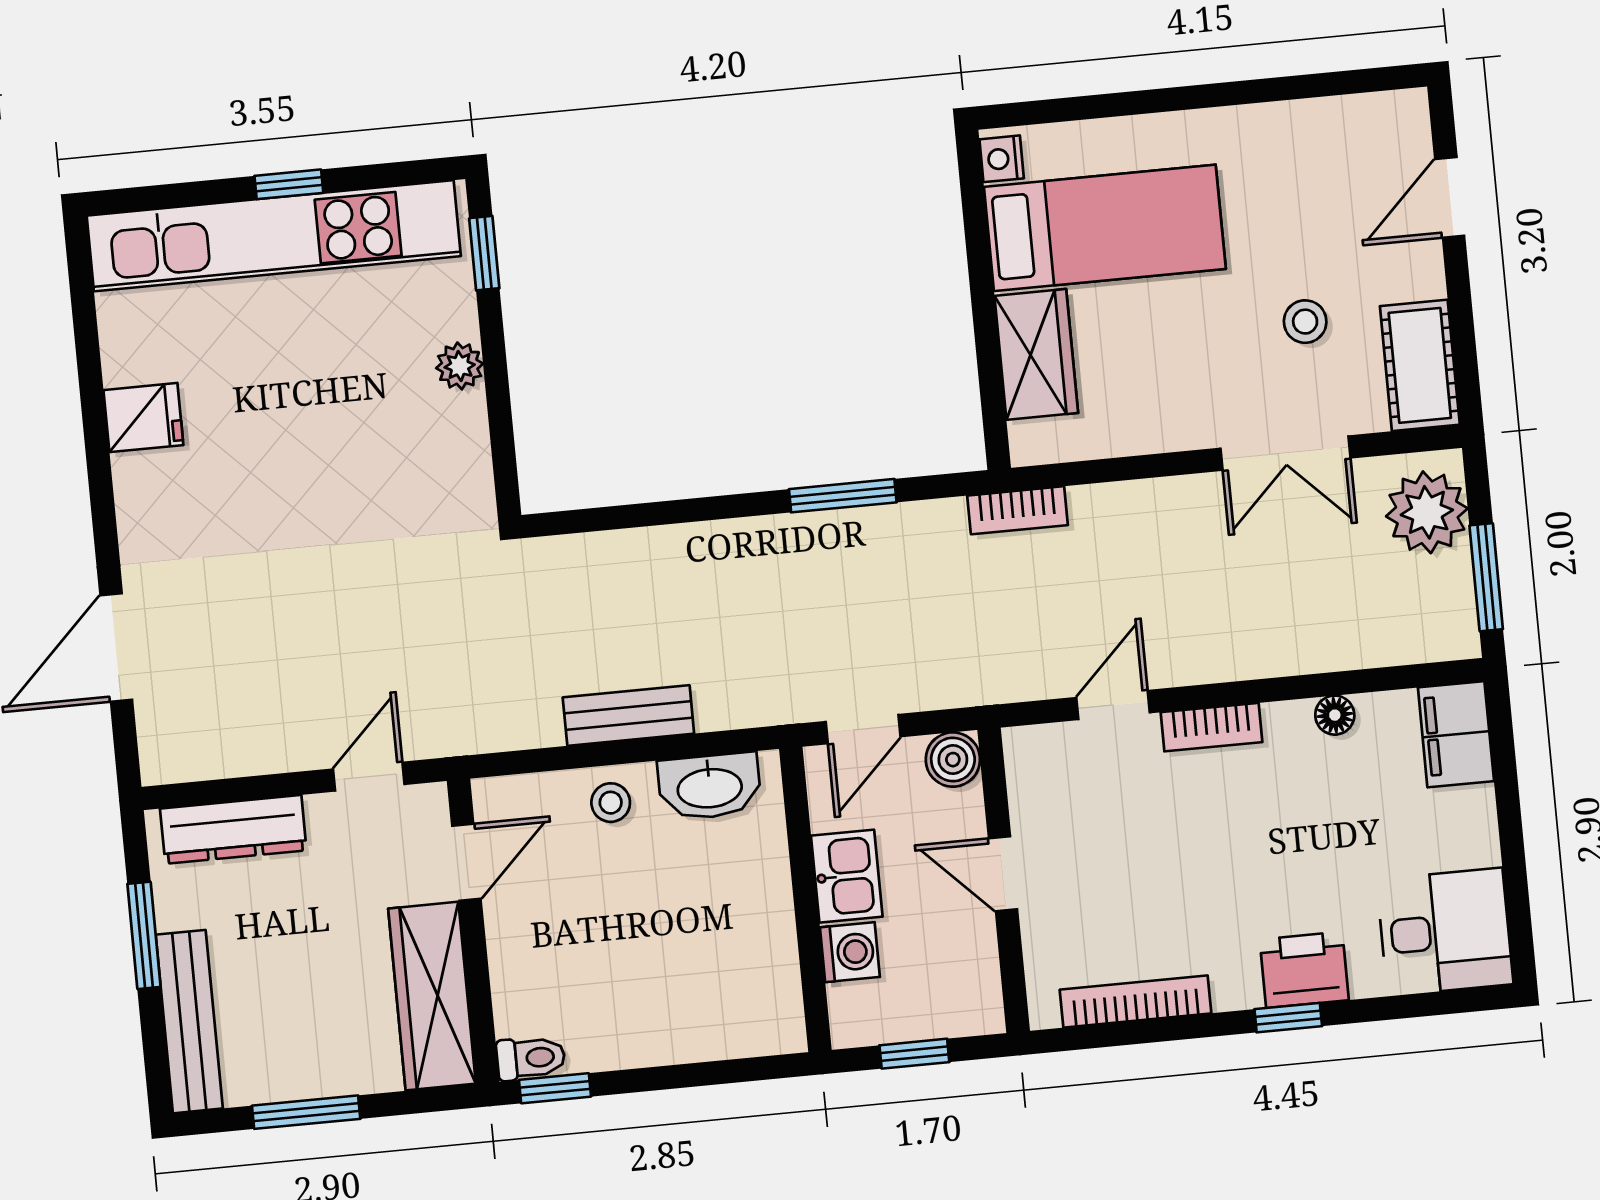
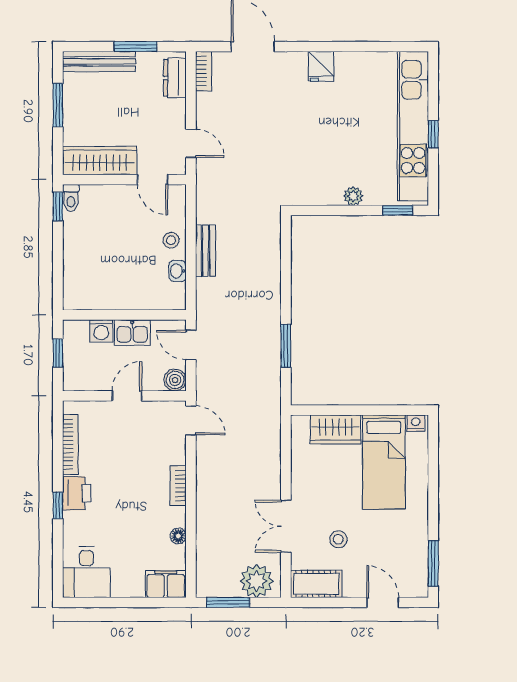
window: (1342, 83) -> (433, 563), added
fridge: (143, 418) -> (321, 66), moved
bookcase: (1018, 510) -> (204, 71), moved, turned 180
door: (1113, 705) -> (191, 420), moved
washbasin: (710, 786) -> (178, 271), width x0.52, depth x0.69
dresser: (233, 829) -> (175, 78), width x0.70
printer: (1304, 970) -> (77, 493), moved

